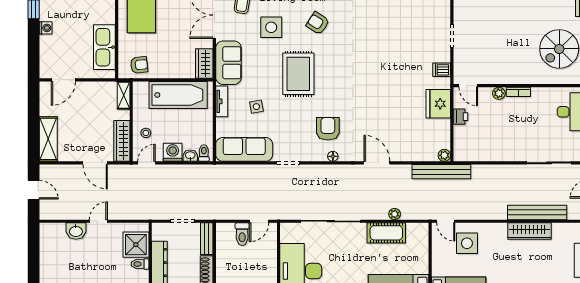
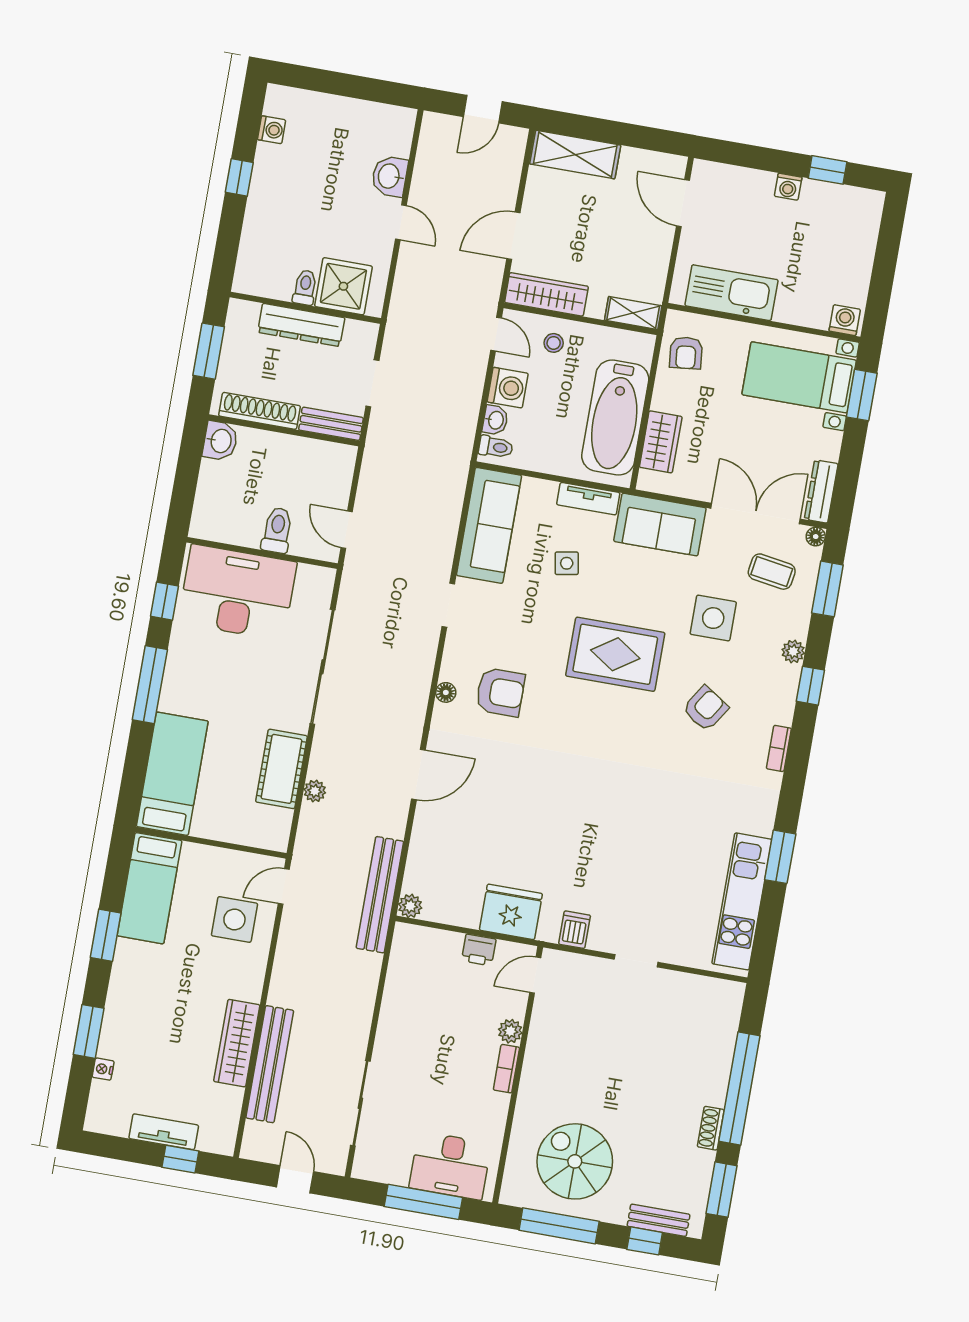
wardrobe: (204, 64) -> (661, 442), moved, turned 90
toilet: (242, 234) -> (277, 530), moved, turned 90

